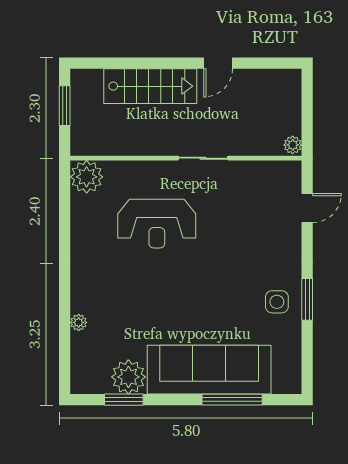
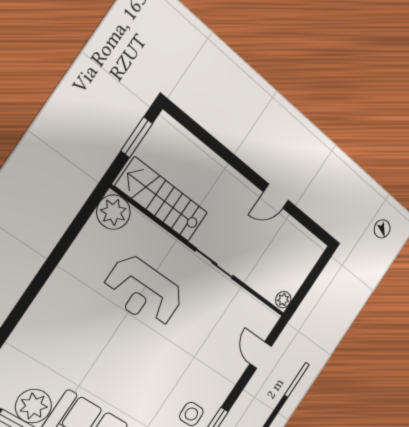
stairs: (150, 86) -> (162, 200), moved, turned 180
door: (307, 208) -> (261, 355), swing flipped
plant: (79, 322) -> (21, 333), removed

